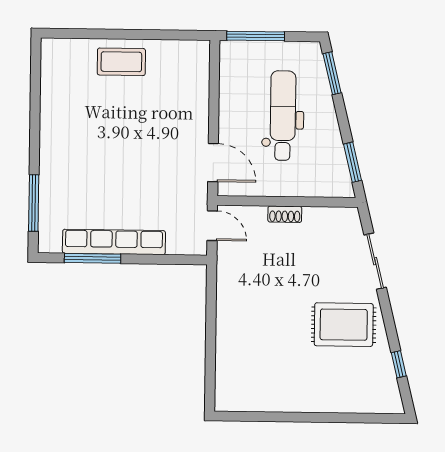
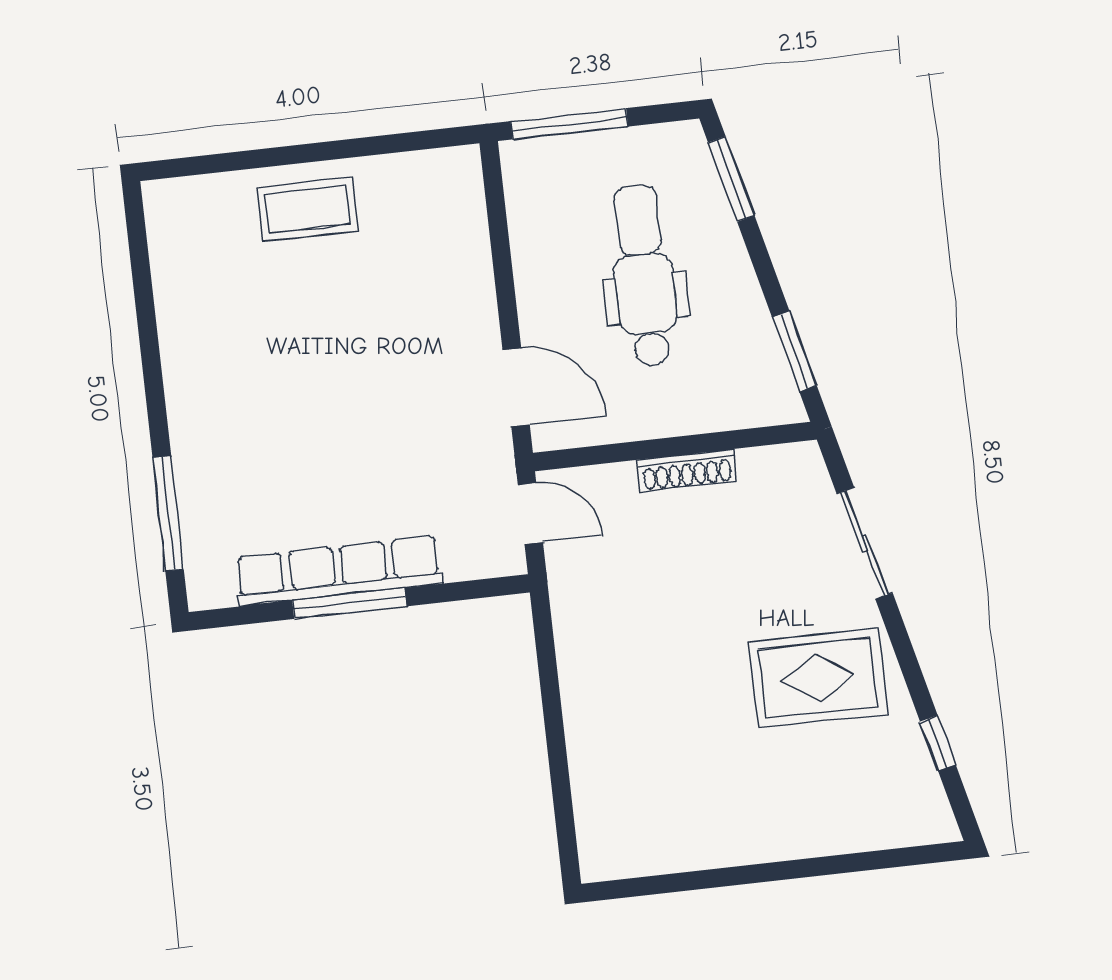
shoe rack: (285, 214) -> (687, 471), width x1.43
window: (93, 258) -> (350, 603), moved

